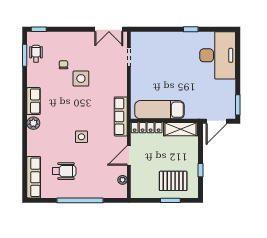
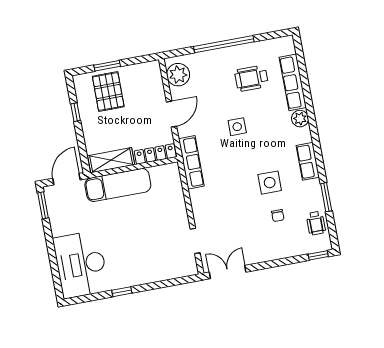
window: (25, 55) -> (326, 197), moved
side table: (81, 79) -> (270, 183), moved
exam couch: (160, 110) -> (118, 185), moved
plant: (33, 123) -> (300, 119), moved
row of seats: (34, 177) -> (293, 82), moved
plant: (123, 180) -> (178, 75), width x1.88, depth x1.88
pallet: (173, 181) -> (108, 92), turned 90

